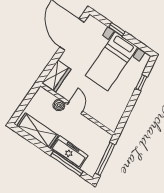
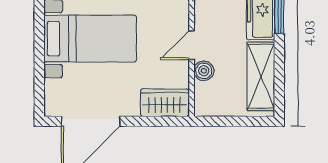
window: (117, 29) -> (39, 62), removed

